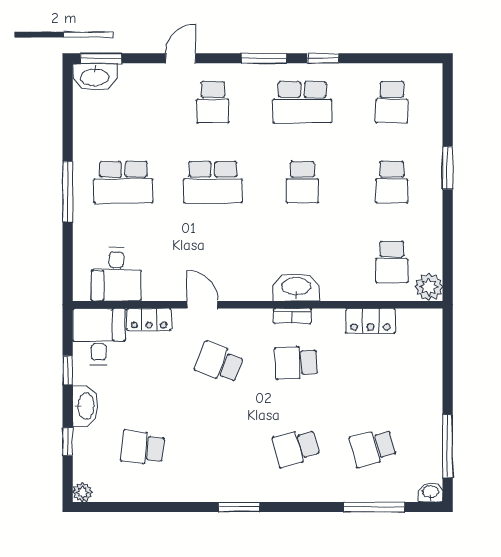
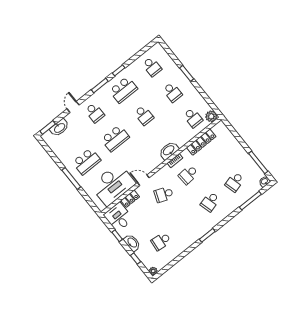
washbasin: (95, 77) -> (59, 128), moved
desk: (116, 274) -> (113, 184), width x1.87, depth x1.30
locker: (370, 321) -> (201, 142), width x1.53

